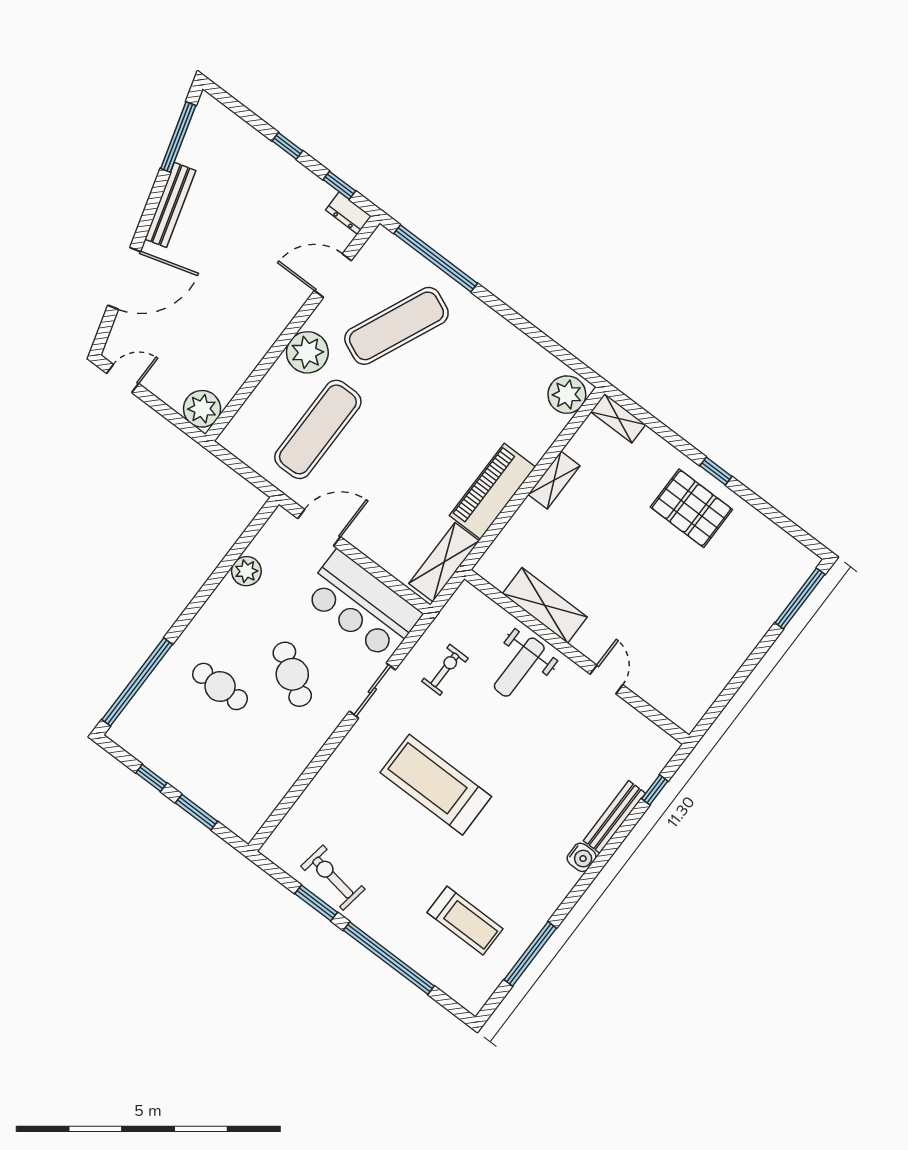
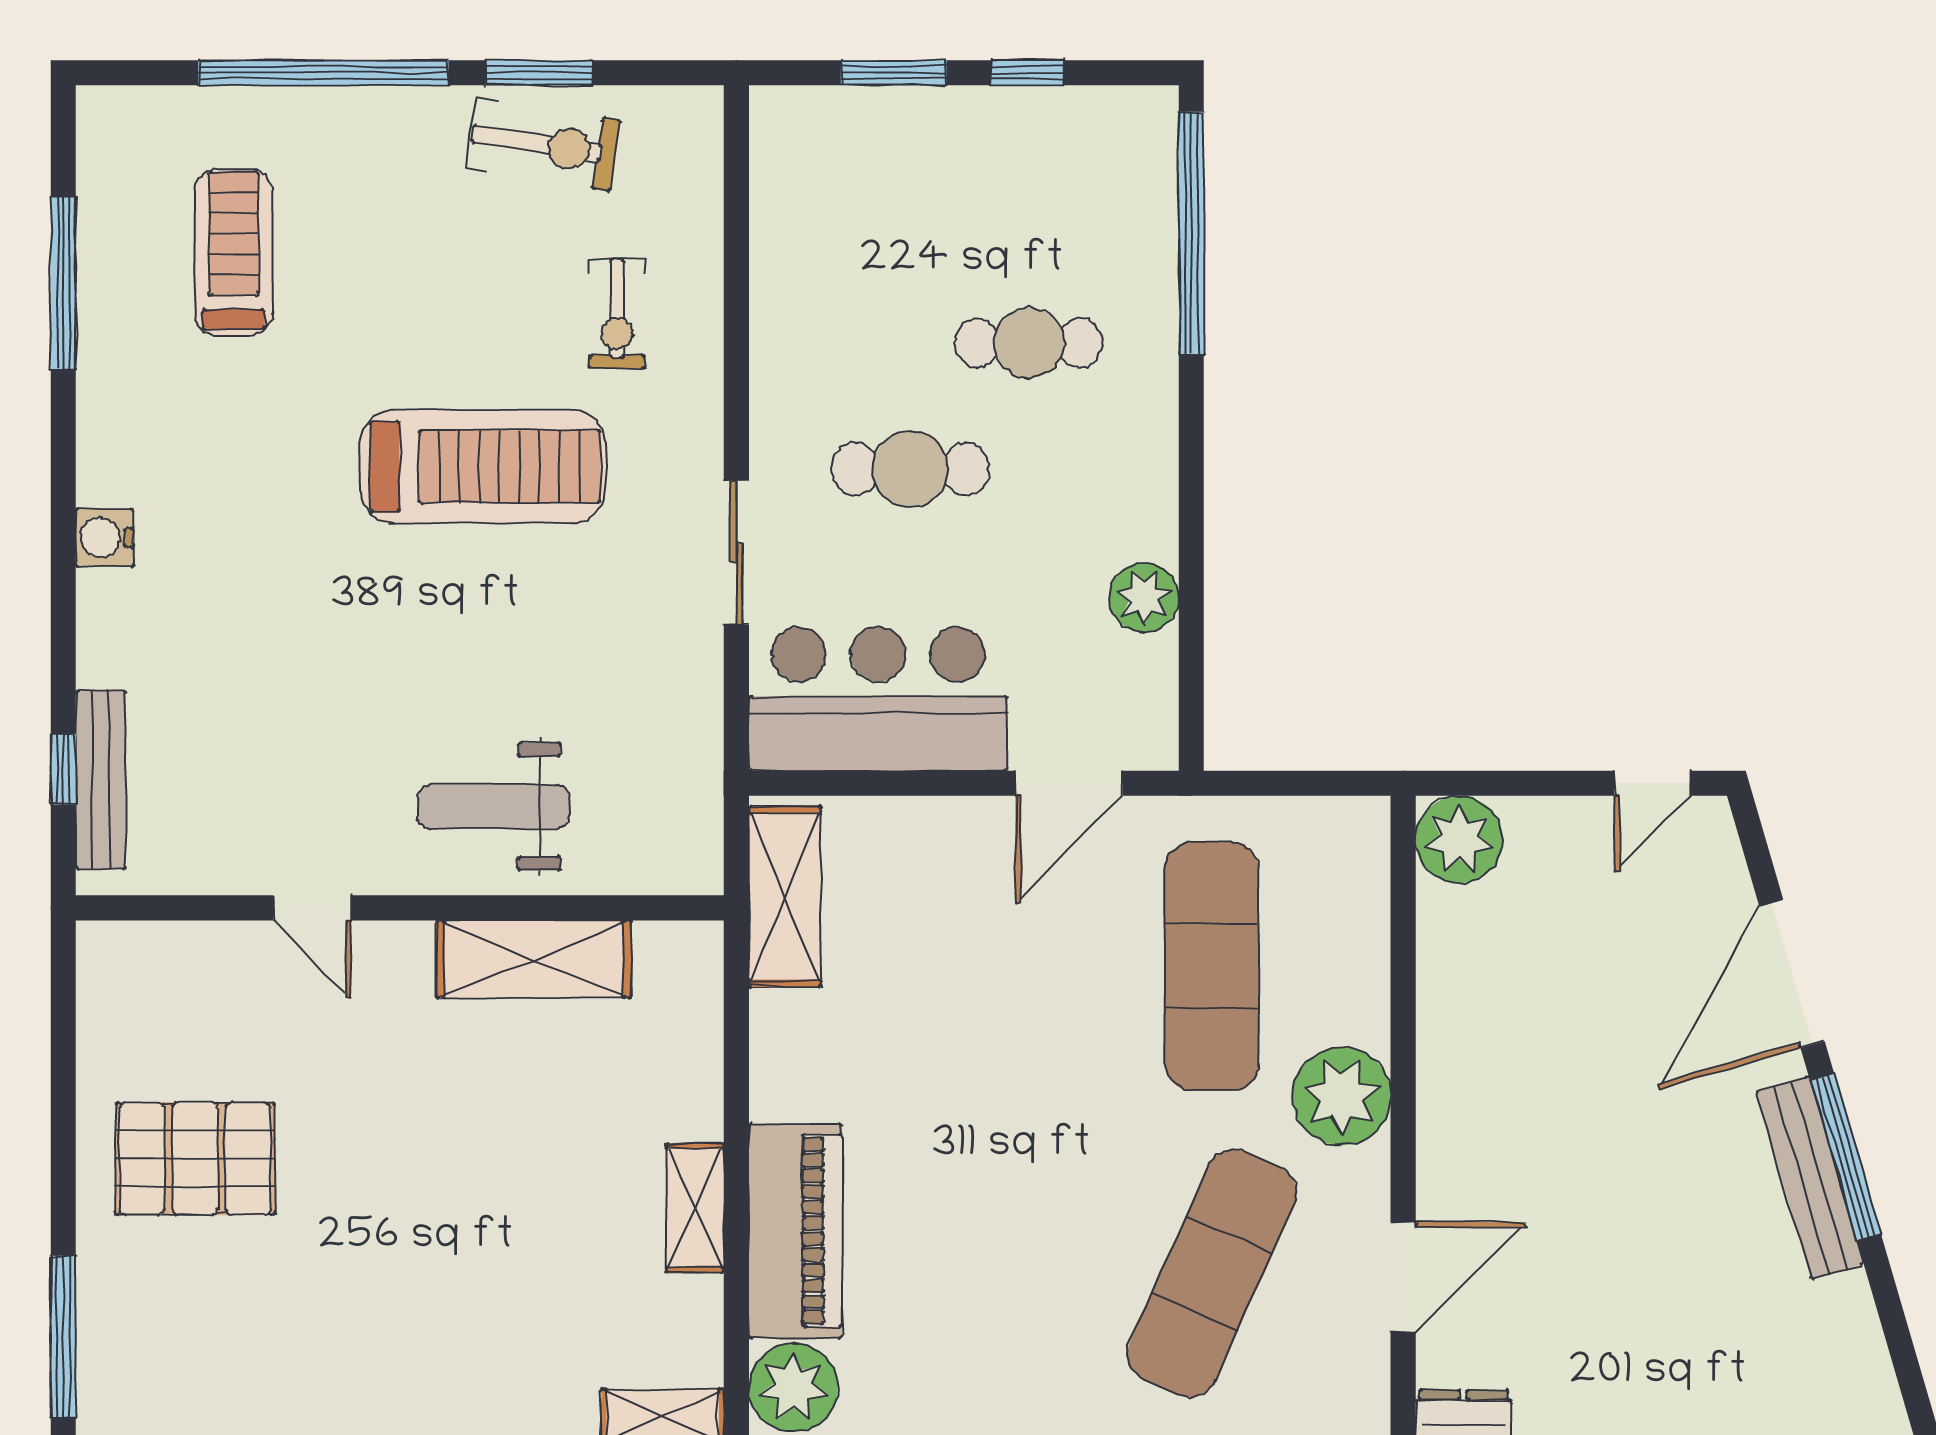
window: (178, 137) -> (1845, 1157), moved
piano: (492, 491) -> (795, 1231), moved
pallet: (691, 508) -> (195, 1159), moved
weight bench: (519, 667) -> (493, 806), turned -90
exercise bike: (445, 670) -> (617, 314), moved
cafe table: (292, 674) -> (910, 469), turned -33
bench: (614, 817) -> (101, 780), moved
treadmill: (465, 921) -> (234, 252), turned 90

